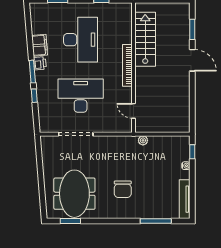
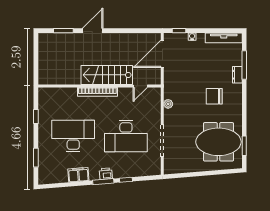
stairs: (145, 39) -> (107, 75), moved
printer: (40, 63) -> (106, 174), moved
desk: (81, 96) -> (126, 136), turned -90
door: (168, 134) -> (162, 54), added
plant: (143, 140) -> (168, 104), moved
chair: (123, 189) -> (214, 96), turned 180
dresser: (146, 214) -> (237, 75), added

